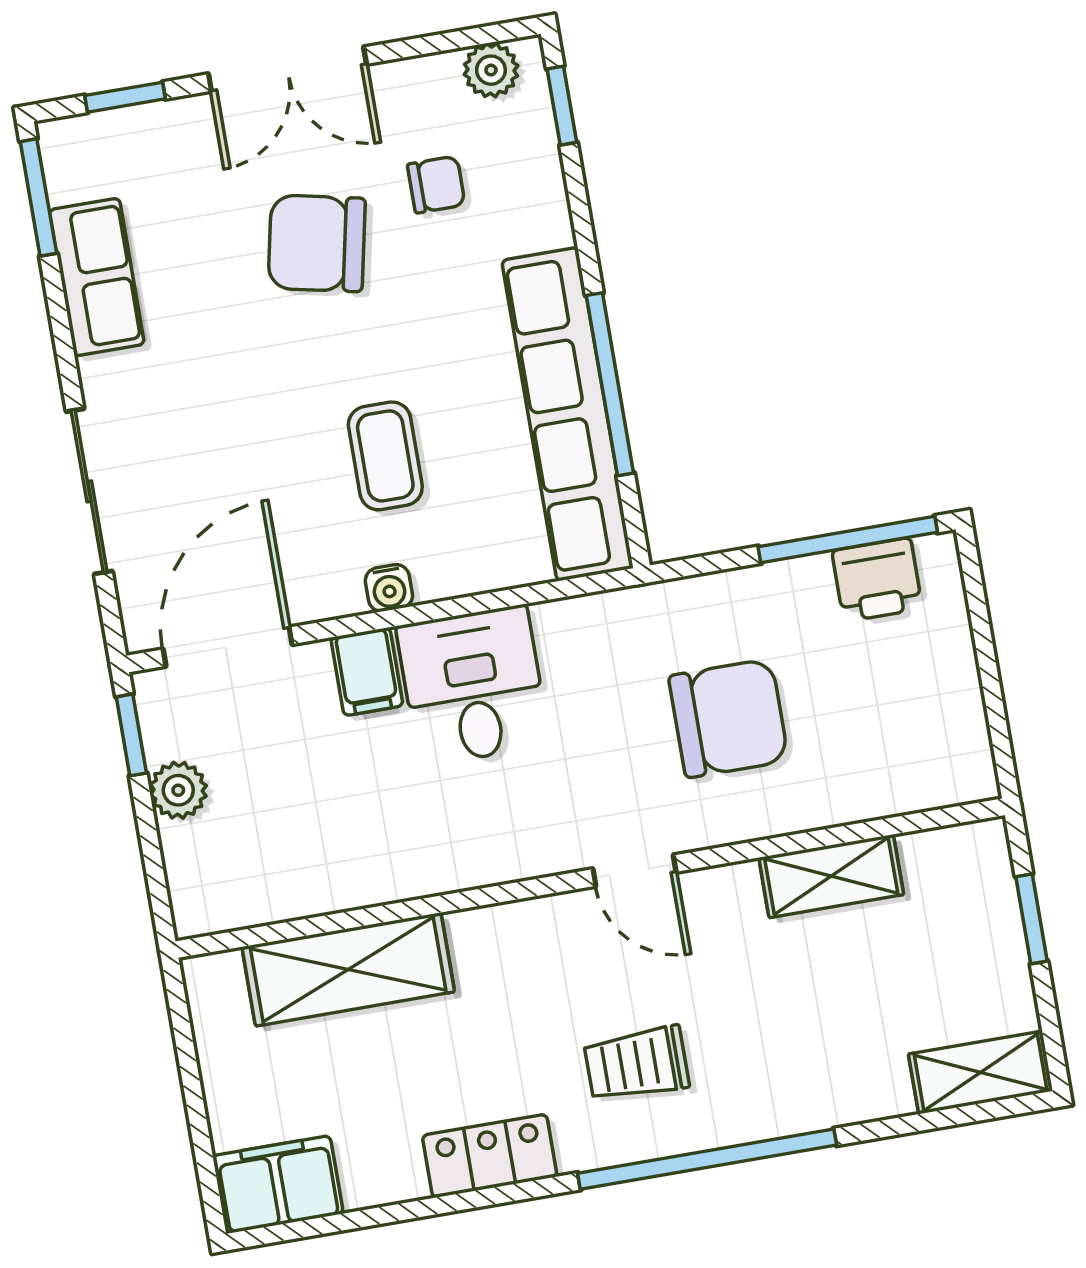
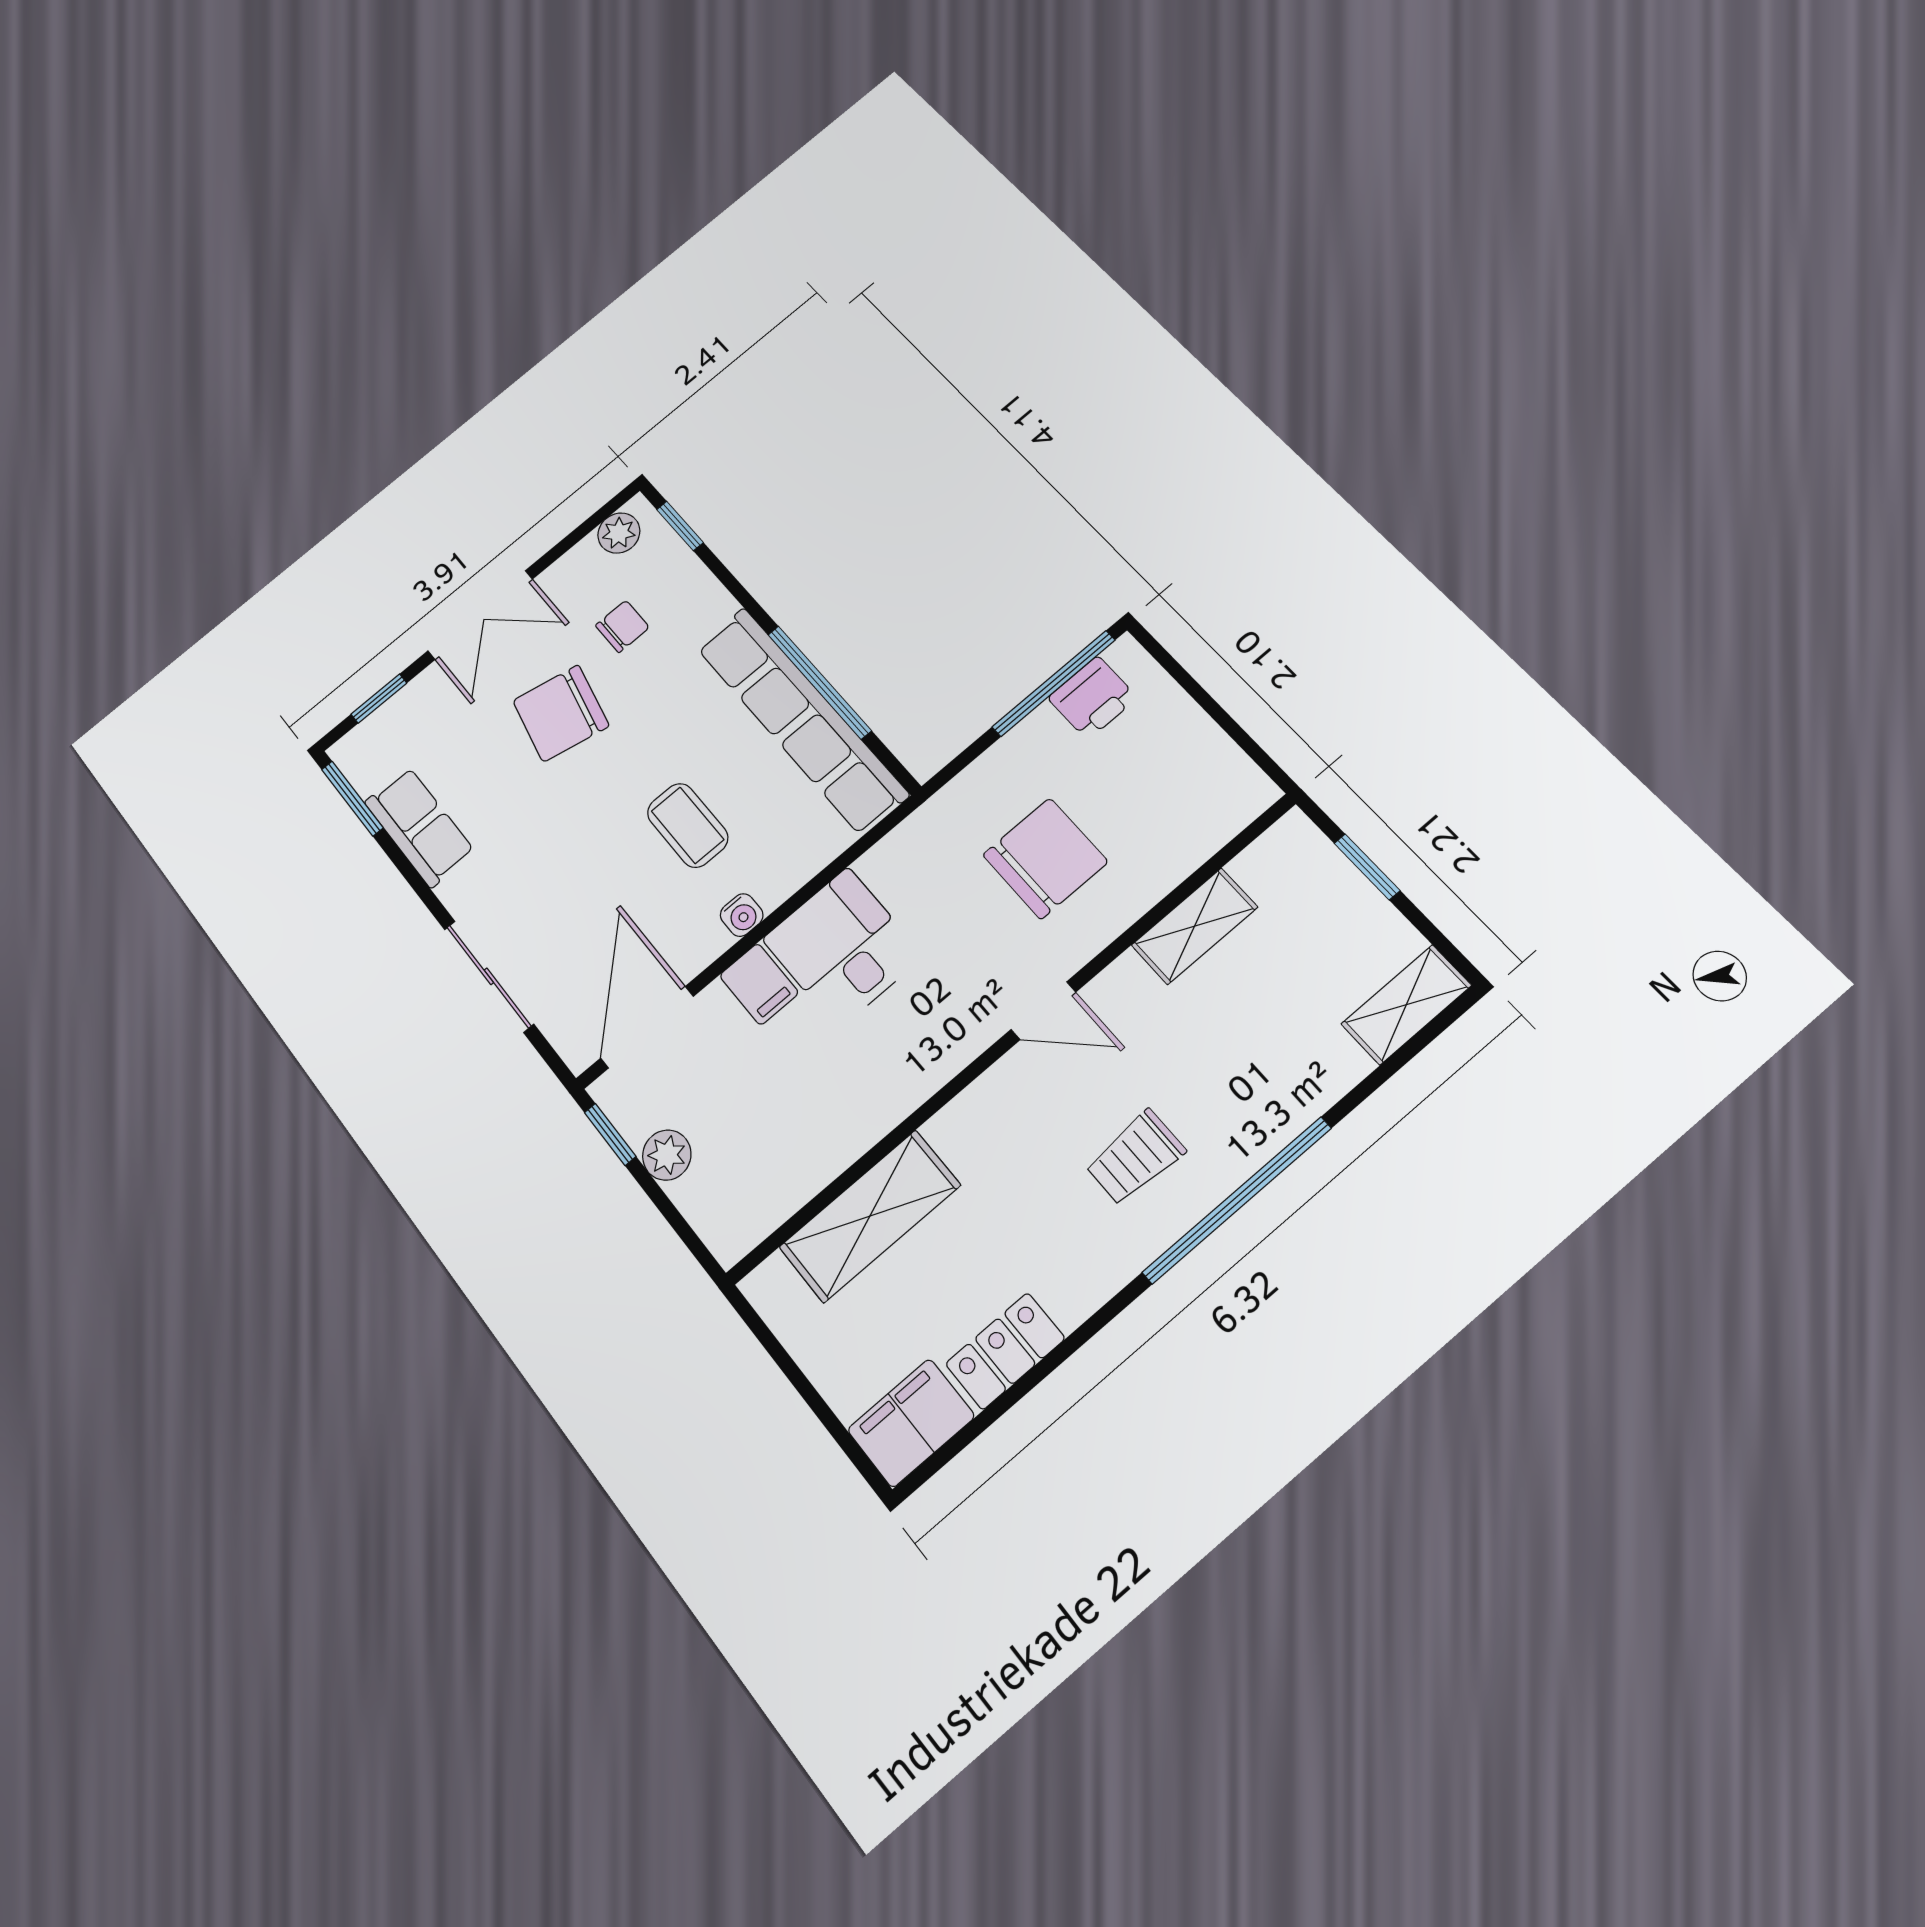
locker: (490, 1156) -> (1005, 1351), moved

